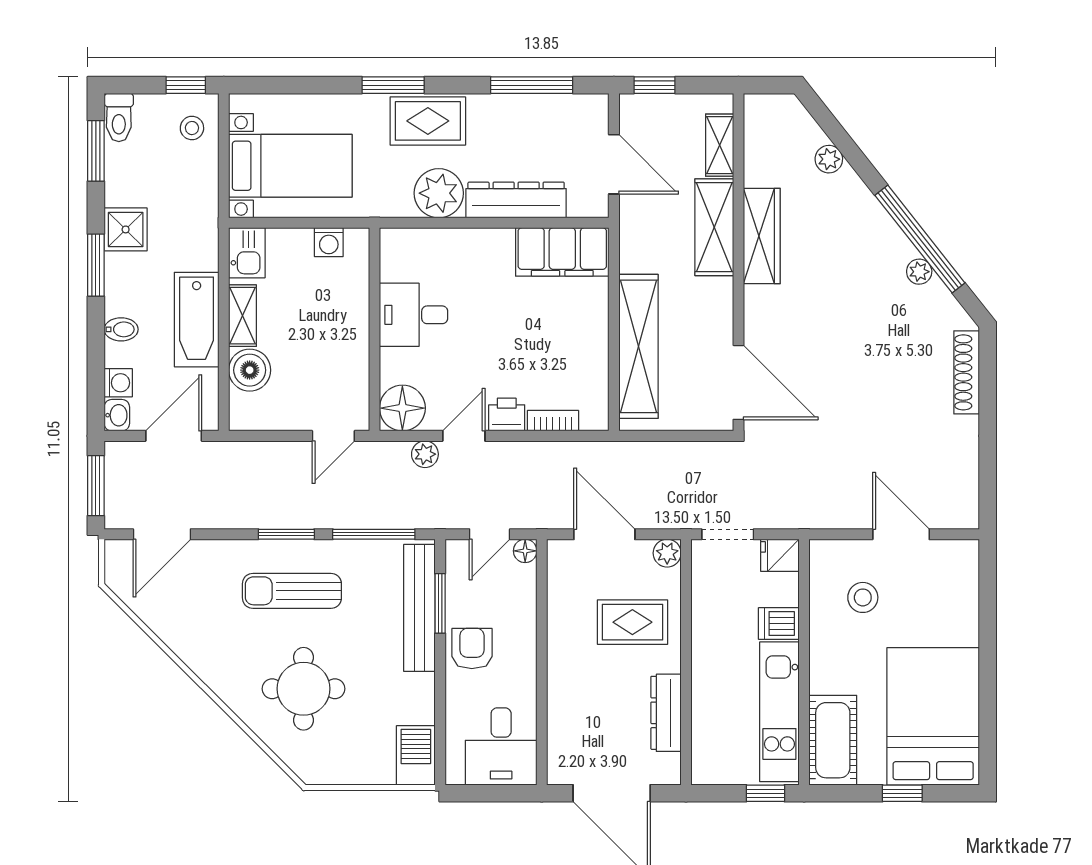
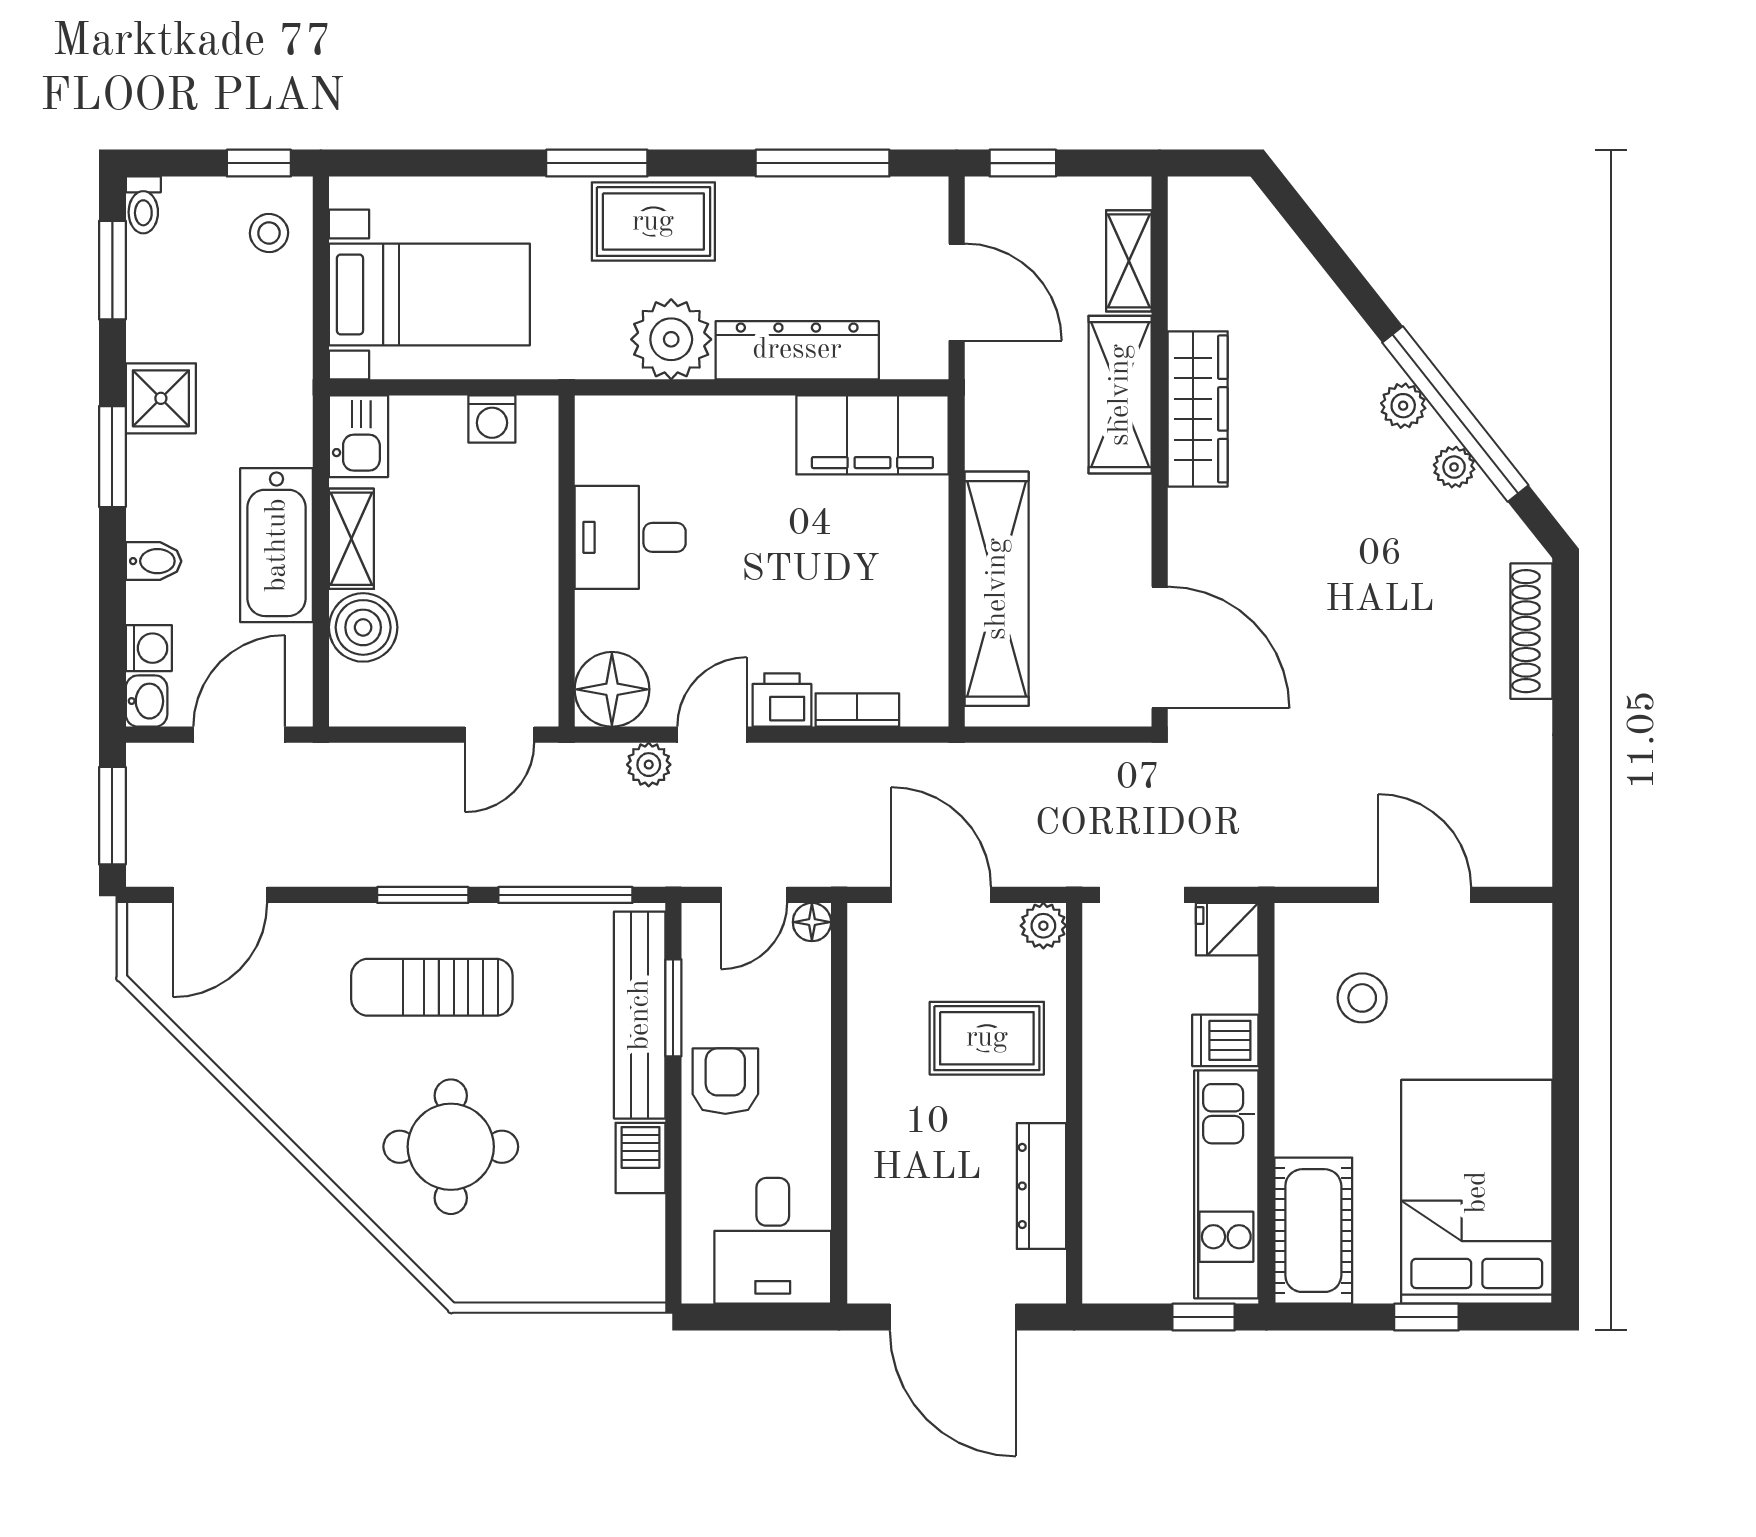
toilet: (119, 117) -> (143, 205), width x0.73, depth x0.72
plant: (829, 159) -> (1403, 406), moved
barbecue: (416, 755) -> (640, 1158), moved, width x0.73, depth x0.79

